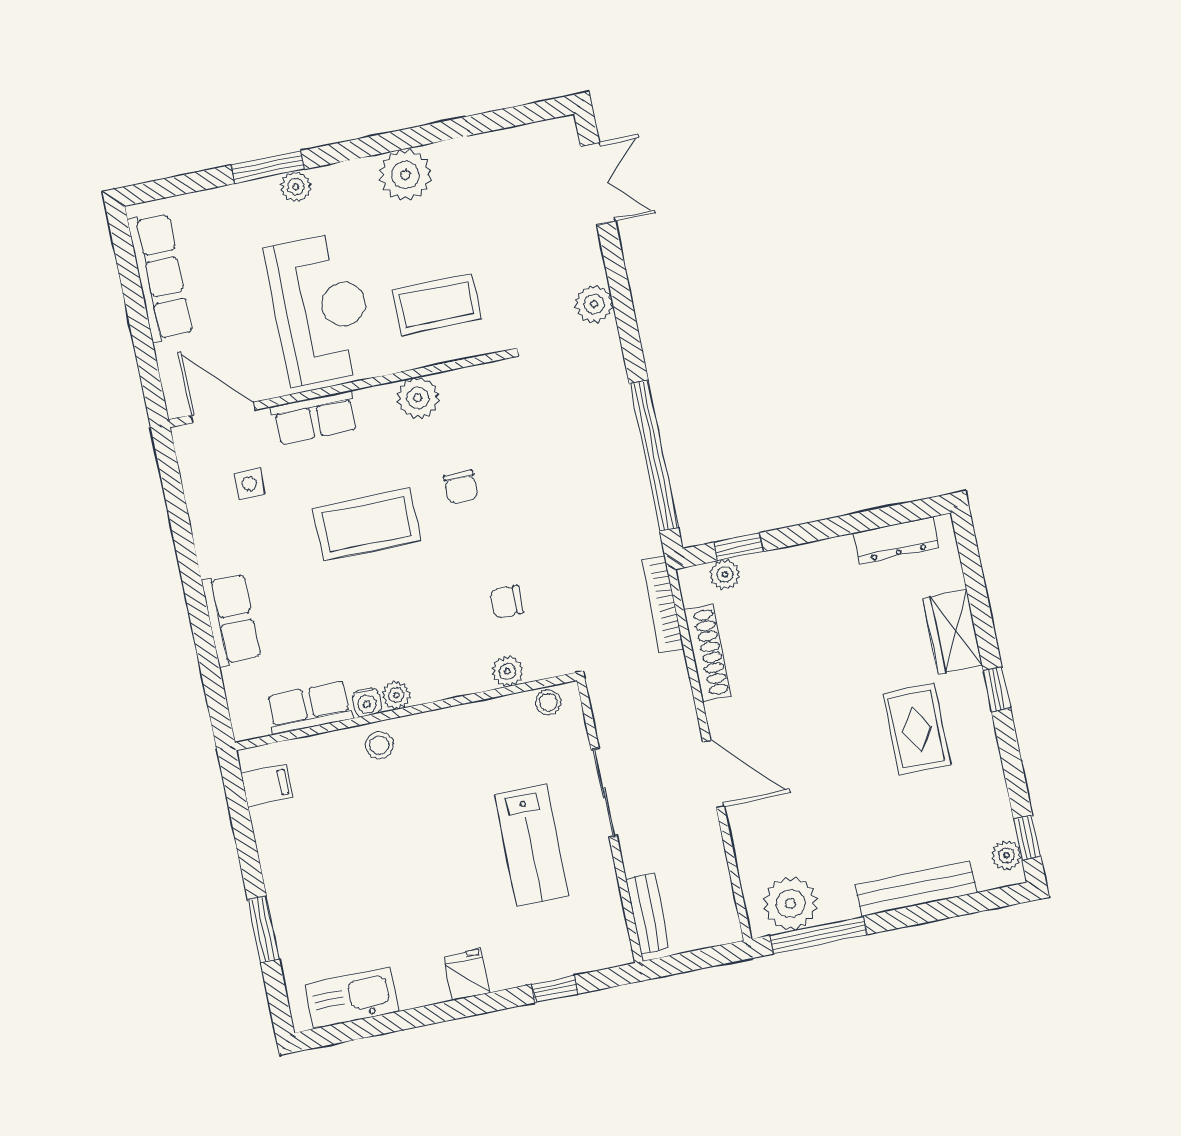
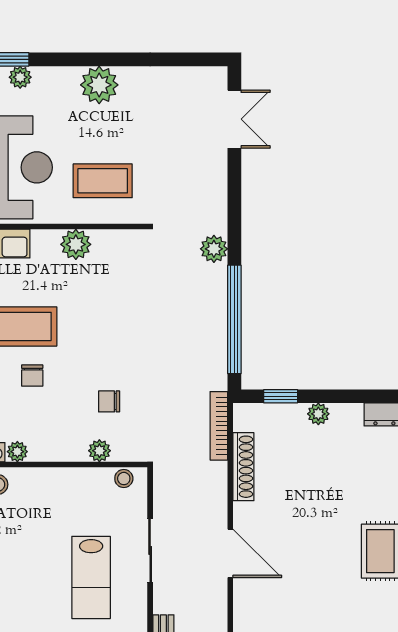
plant: (594, 304) -> (214, 249), moved
chair: (461, 487) -> (32, 376), moved
plant: (725, 574) -> (318, 414), moved

